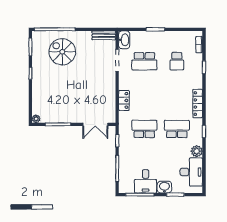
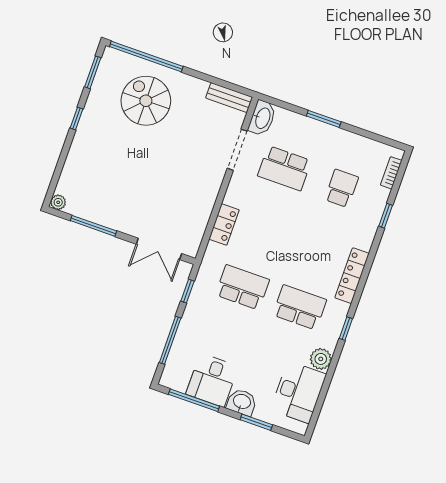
school desk: (177, 61) -> (342, 188), turned 180

